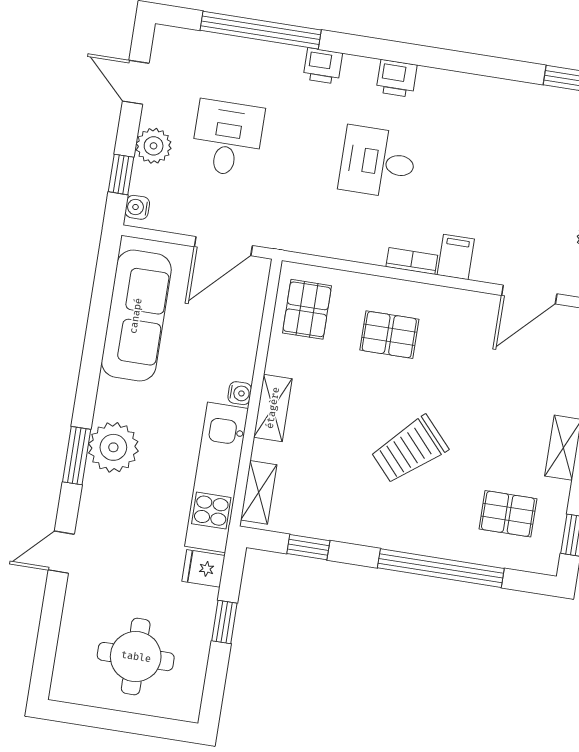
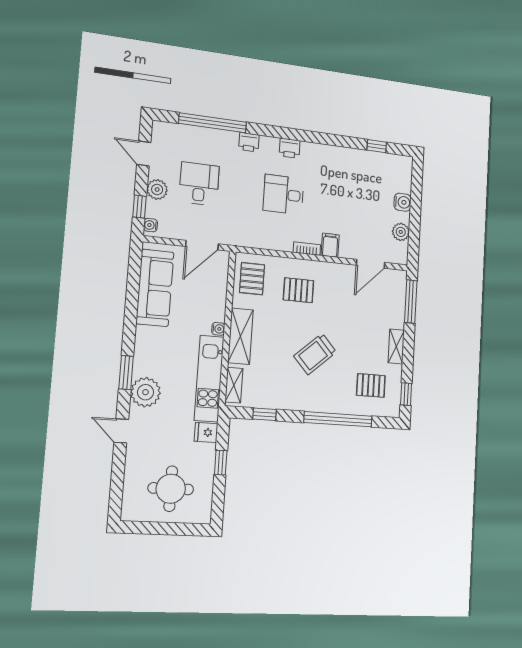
shelving: (273, 408) -> (240, 336), width x1.50, depth x1.33
plant: (113, 447) -> (146, 392), moved
door: (61, 552) -> (121, 431), hinge flipped

